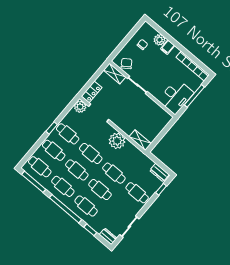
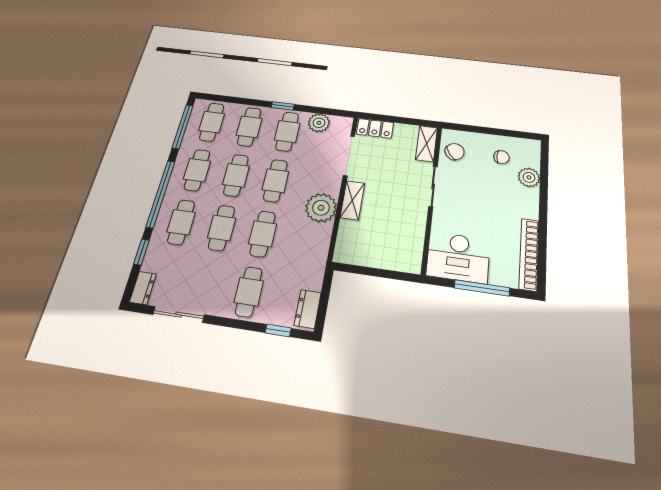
filing cabinet: (168, 47) -> (527, 196), removed
plant: (80, 107) -> (319, 123), moved
shelving: (140, 140) -> (352, 200), moved

